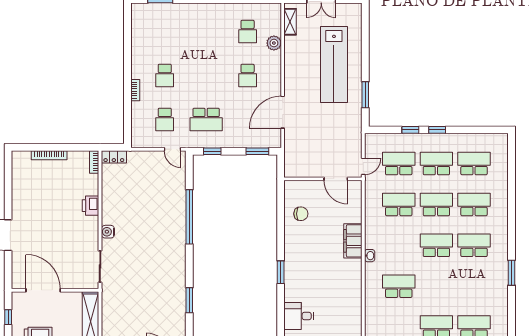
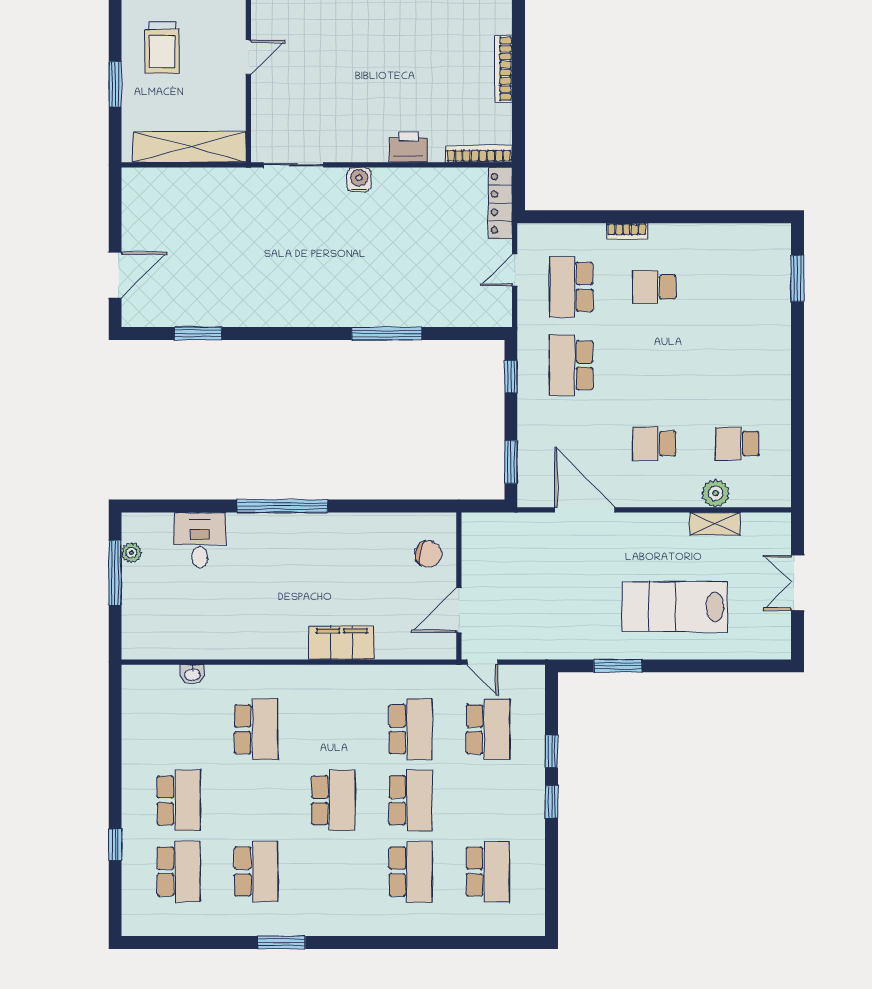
shelving: (290, 22) -> (715, 524), moved
lab bench: (334, 65) -> (675, 607), width x0.73
school desk: (165, 119) -> (571, 287), width x1.85
door: (173, 149) -> (515, 270), moved
locker: (114, 157) -> (500, 203), width x1.53
bookcase: (94, 162) -> (479, 154), width x1.56
school desk: (436, 164) -> (488, 800), removed
chair: (301, 214) -> (428, 554), moved, turned -78
window: (189, 217) -> (387, 334), width x0.68
school desk: (474, 245) -> (256, 871), moved
washbasin: (370, 256) -> (192, 674), moved
window: (281, 272) -> (282, 506), width x2.11
door: (43, 290) -> (248, 57), width x0.53
window: (189, 300) -> (198, 334), moved

